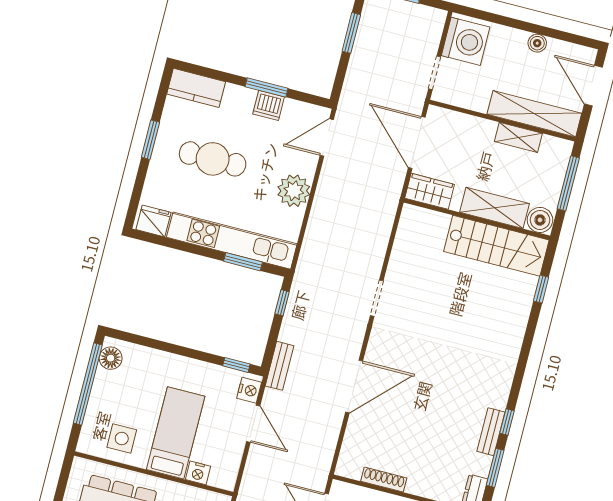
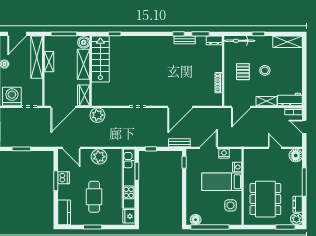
plant: (381, 210) -> (97, 115), added
door: (354, 387) -> (180, 107), swing flipped
nightstand: (249, 390) -> (224, 154), moved

